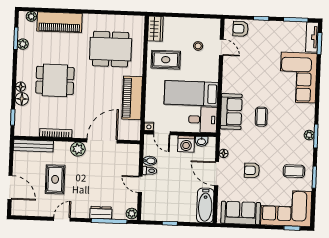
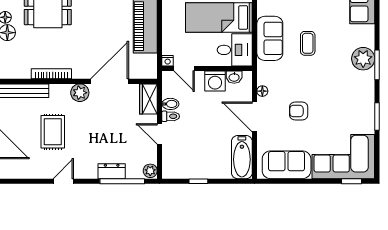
plant: (309, 135) -> (363, 59), width x1.88, depth x1.88
wardrobe: (132, 156) -> (148, 99), added
coffee table: (294, 171) -> (351, 110), removed

